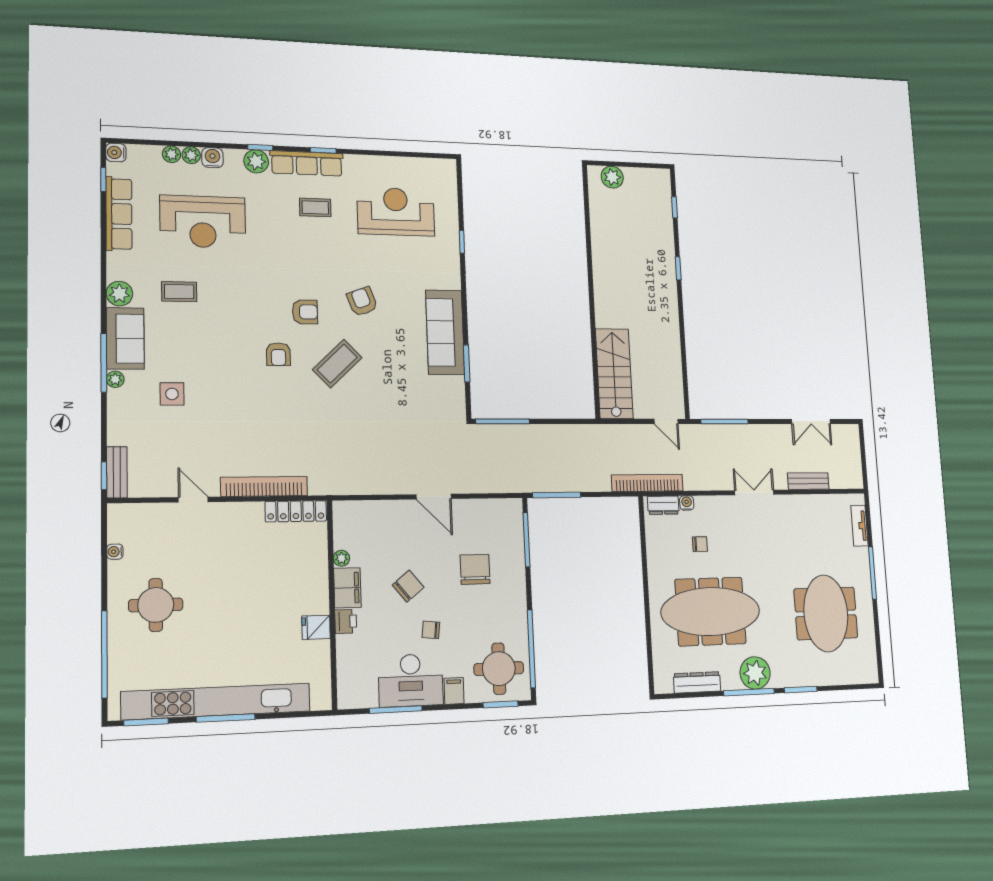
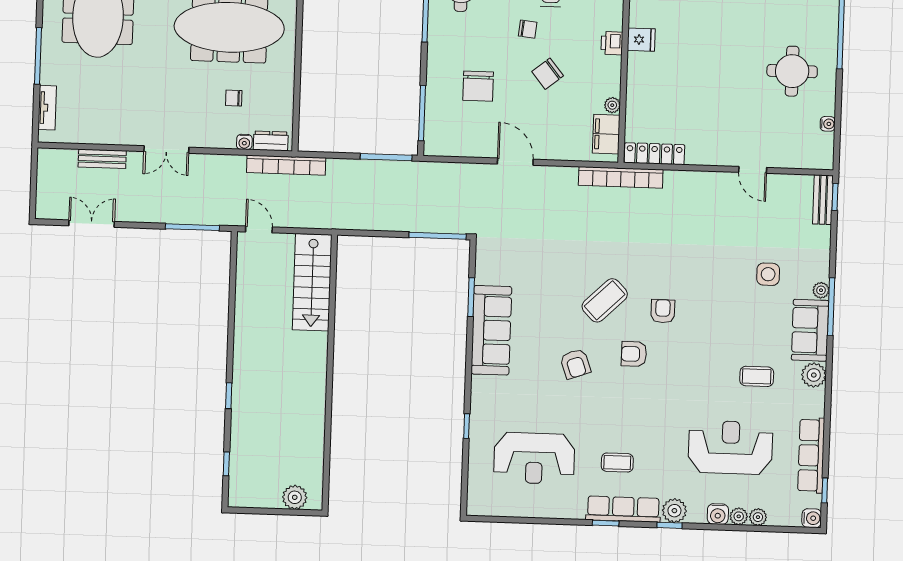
bookcase: (264, 486) -> (621, 177), moved
filing cabinet: (347, 588) -> (606, 134), moved

